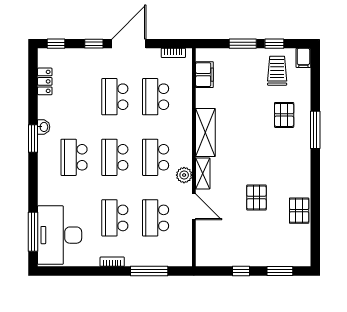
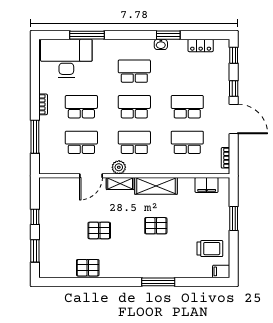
window: (274, 44) -> (234, 246), removed
pallet: (284, 115) -> (156, 226), moved
window: (33, 139) -> (168, 35), moved
window: (33, 232) -> (87, 35), moved

